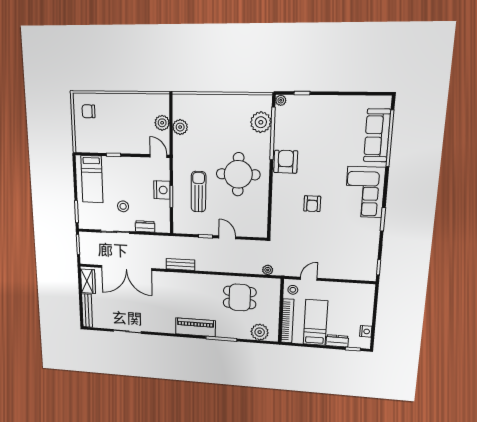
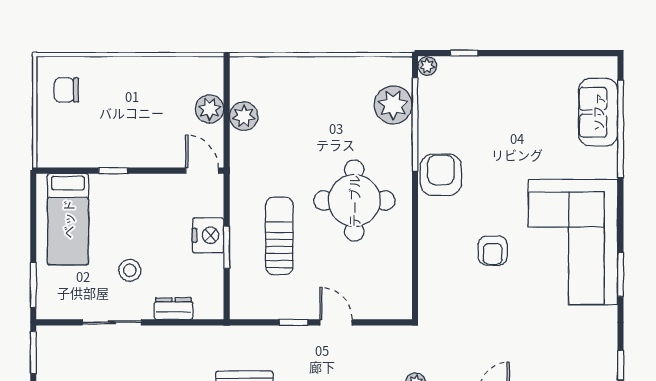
sofa: (377, 135) -> (598, 112), width x0.73
corner sofa: (365, 192) -> (573, 242), width x1.36, depth x1.36

